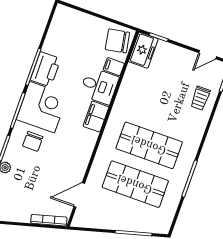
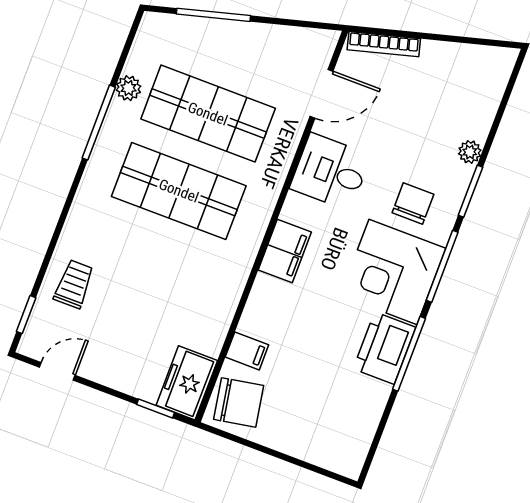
desk: (99, 86) -> (330, 172), moved
plant: (175, 196) -> (128, 88), added

